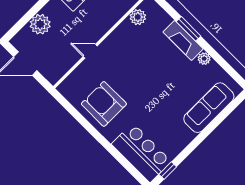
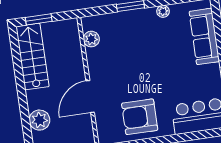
fireplace: (183, 40) -> (136, 17), removed
door: (90, 51) -> (90, 97), width x1.88

